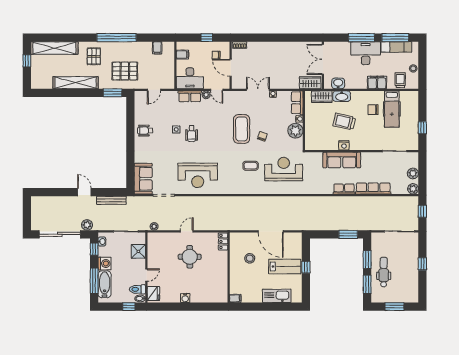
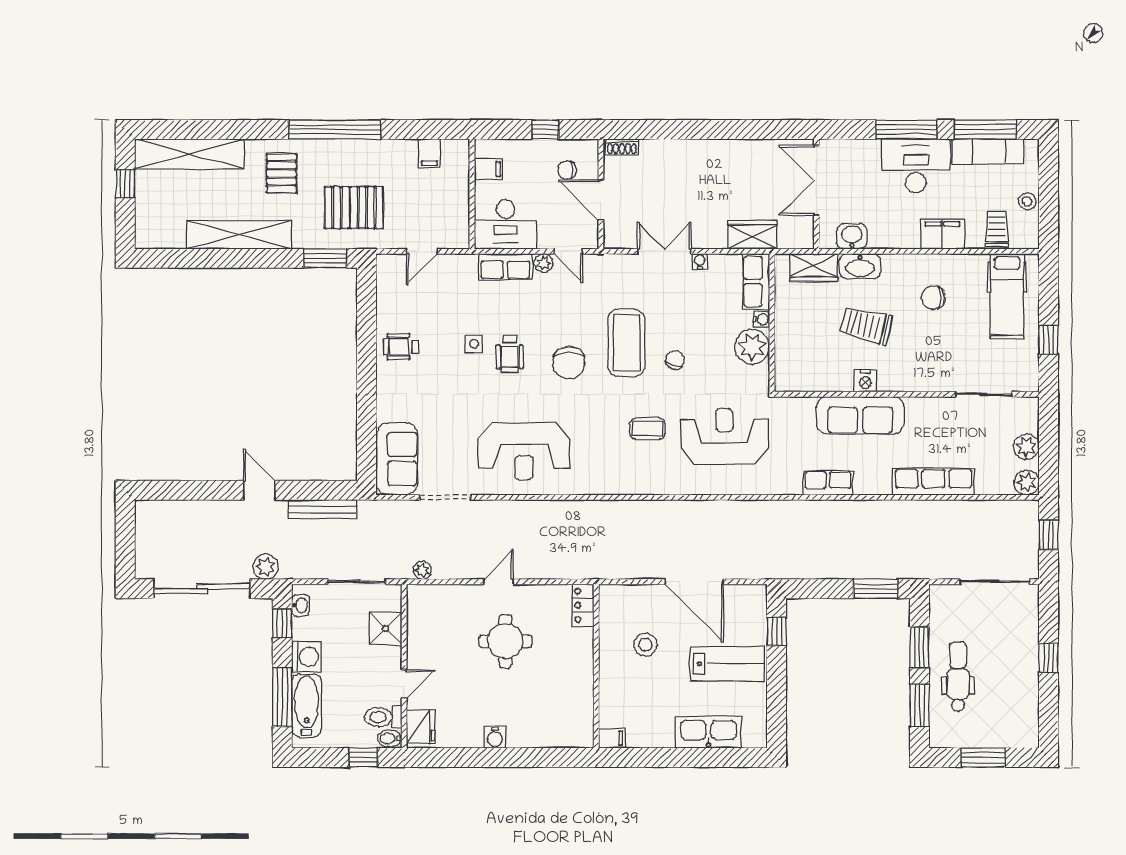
wardrobe: (310, 83) -> (752, 235), moved
hospital bed: (392, 109) -> (1007, 296), moved
chair: (217, 137) -> (569, 363), added
row of seats: (344, 189) -> (828, 483), moved
window: (306, 267) -> (777, 632), moved

